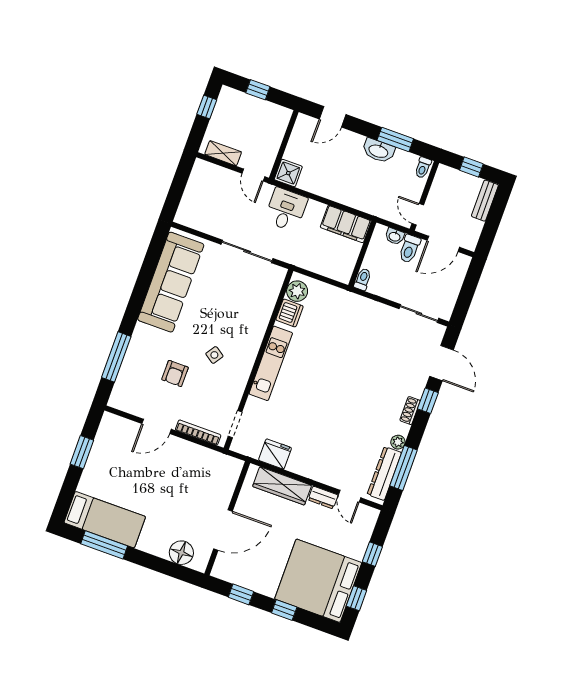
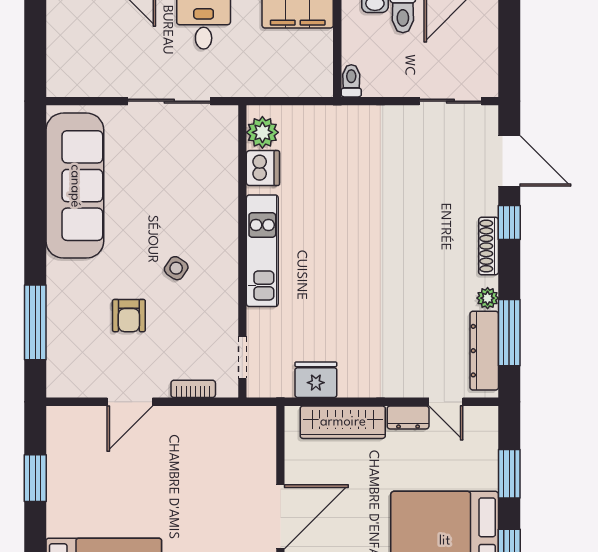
shoe rack: (410, 411) -> (489, 246), width x1.43
bookcase: (198, 432) -> (193, 389), width x0.64
window: (372, 554) -> (509, 474), width x1.50

